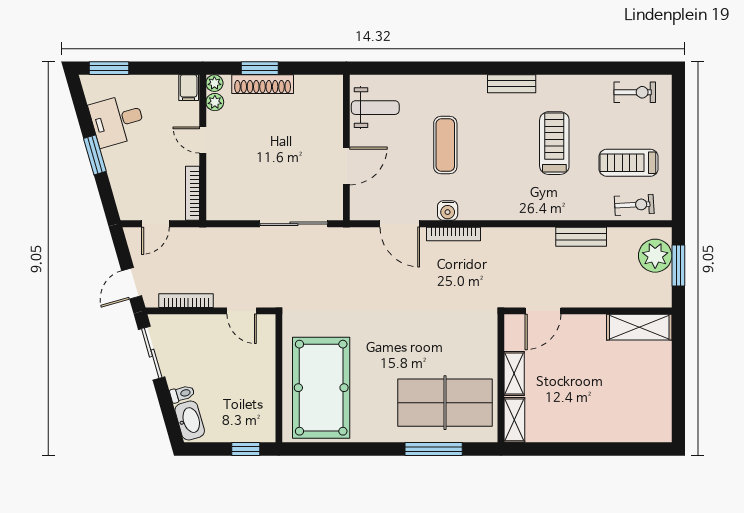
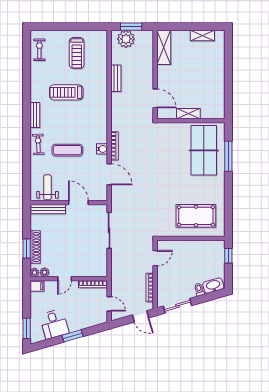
bench: (334, 109) -> (48, 209), added
exercise bike: (634, 205) -> (38, 144), moved
door: (400, 224) -> (109, 174), hinge flipped
pool table: (321, 388) -> (196, 216), width x0.73, depth x0.76
shelving: (514, 420) -> (202, 35), moved

